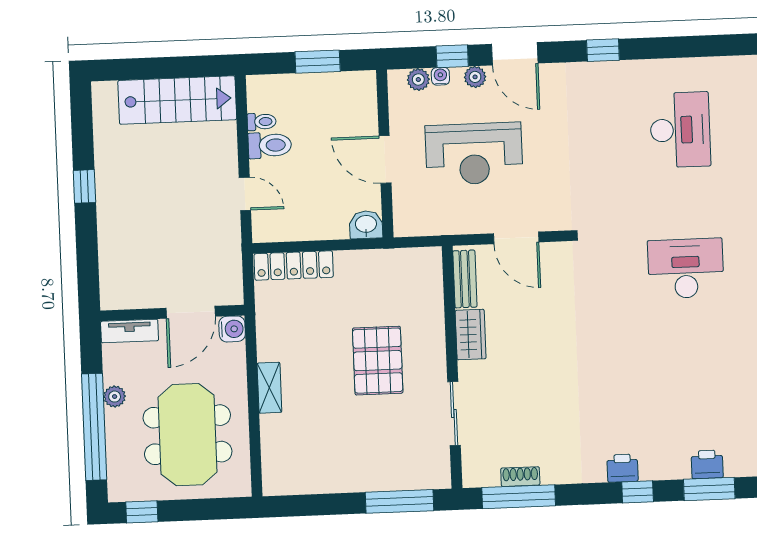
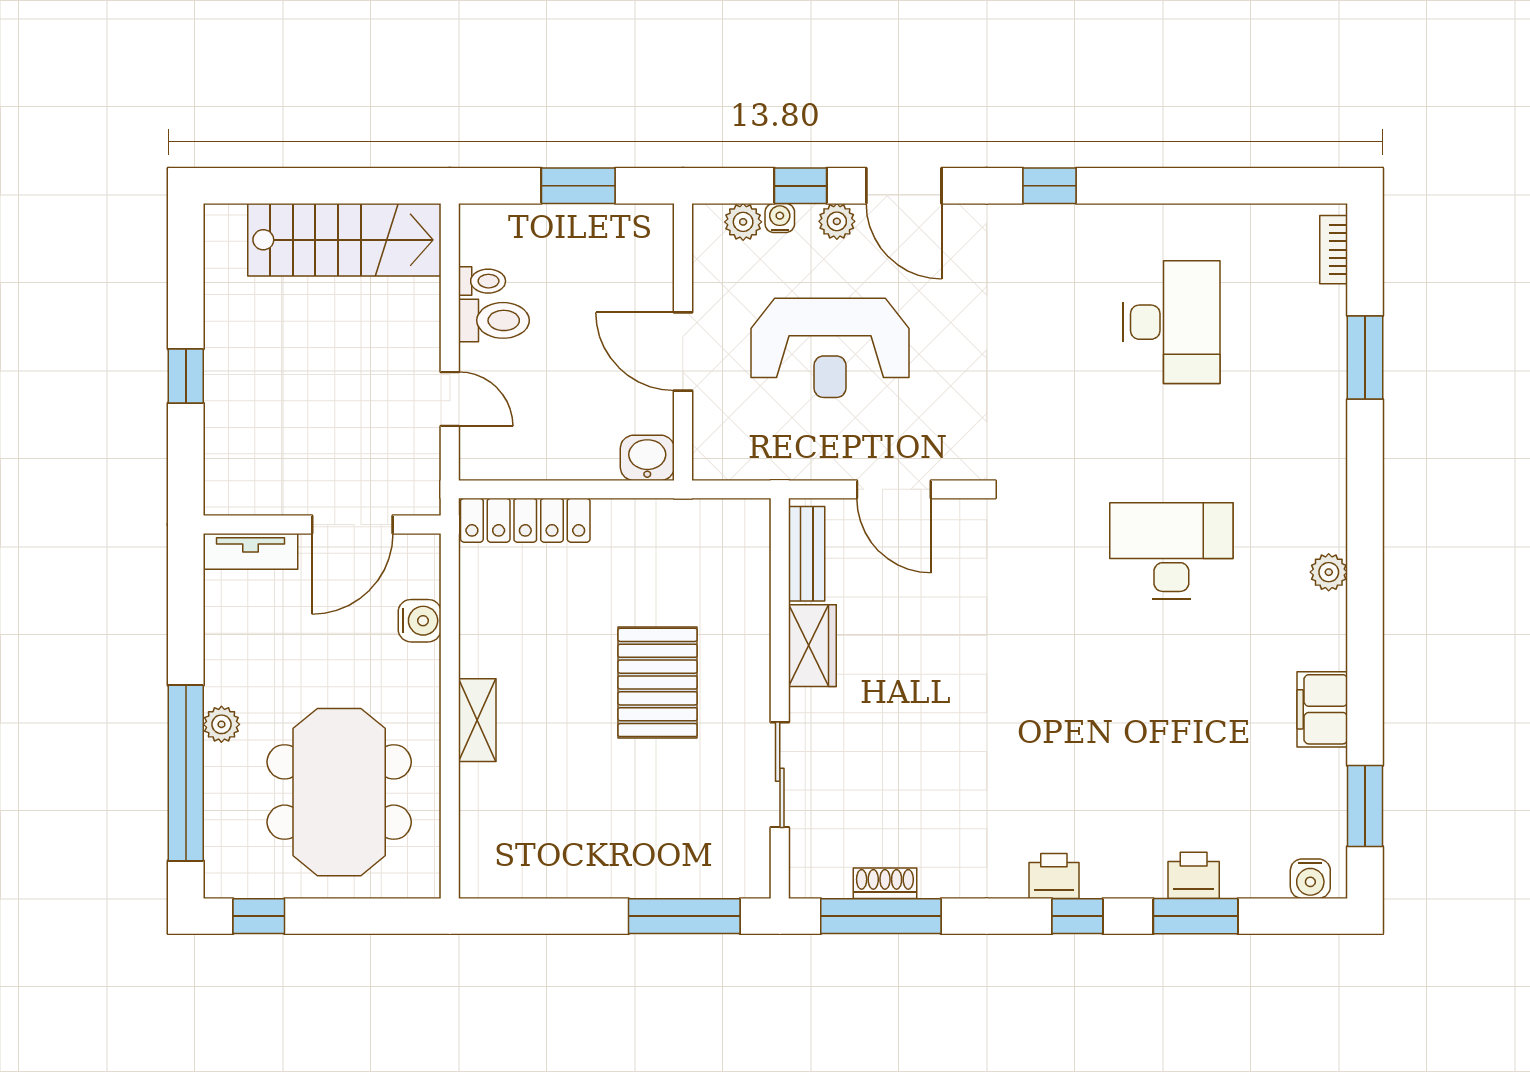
door: (191, 312) -> (352, 525), moved
wall: (172, 313) -> (322, 525), moved
tv unit: (130, 331) -> (250, 551), moved

